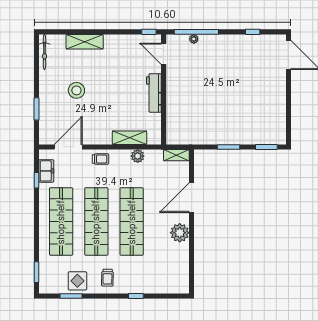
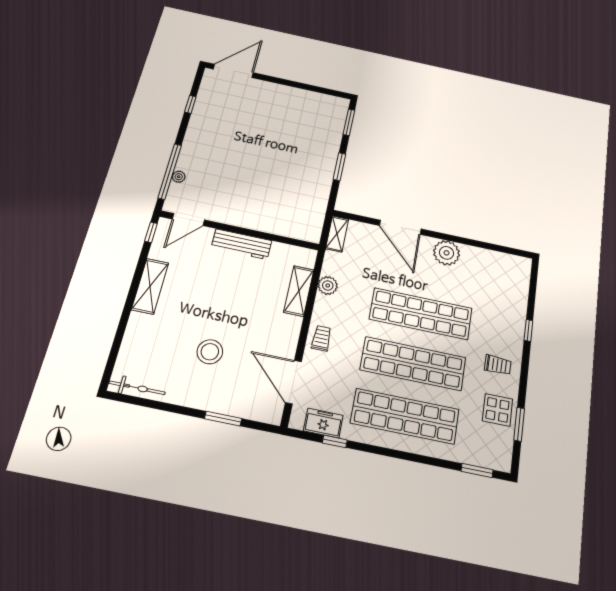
shelving: (85, 42) -> (150, 286), moved

